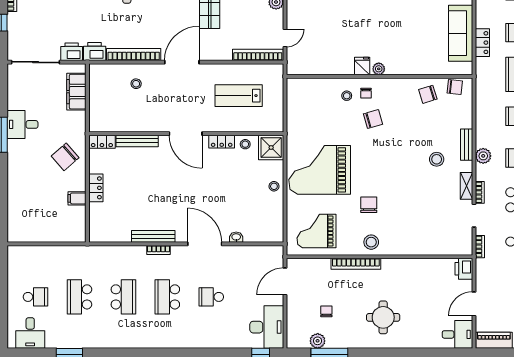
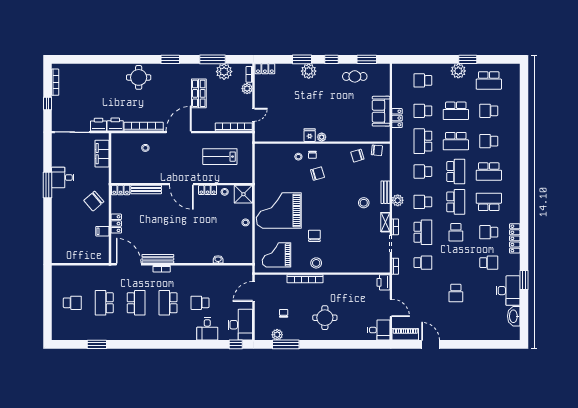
sofa: (461, 33) -> (381, 111), width x0.73
door: (205, 244) -> (129, 264), moved
door: (474, 304) -> (391, 308), swing flipped
desk: (30, 333) -> (207, 329), moved

